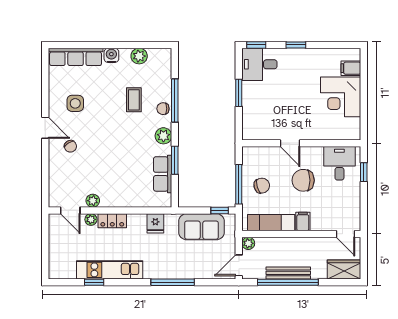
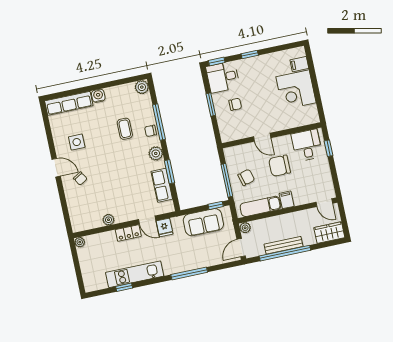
plant: (139, 56) -> (142, 87), moved
chair: (267, 99) -> (235, 104), added
door: (70, 210) -> (147, 220), moved
plant: (91, 219) -> (80, 242), moved

